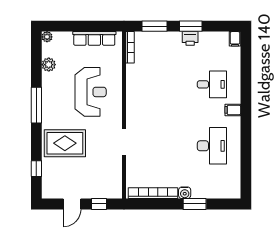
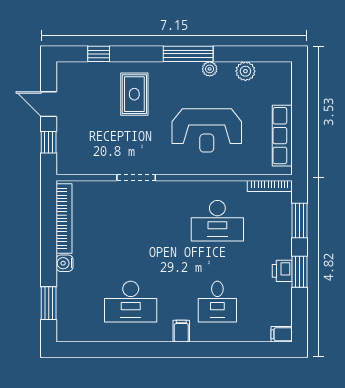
plant: (47, 37) -> (210, 69), moved
desk: (155, 84) -> (217, 221), added
rug: (65, 143) -> (134, 94), width x0.73, depth x0.70
window: (195, 204) -> (49, 303), moved

